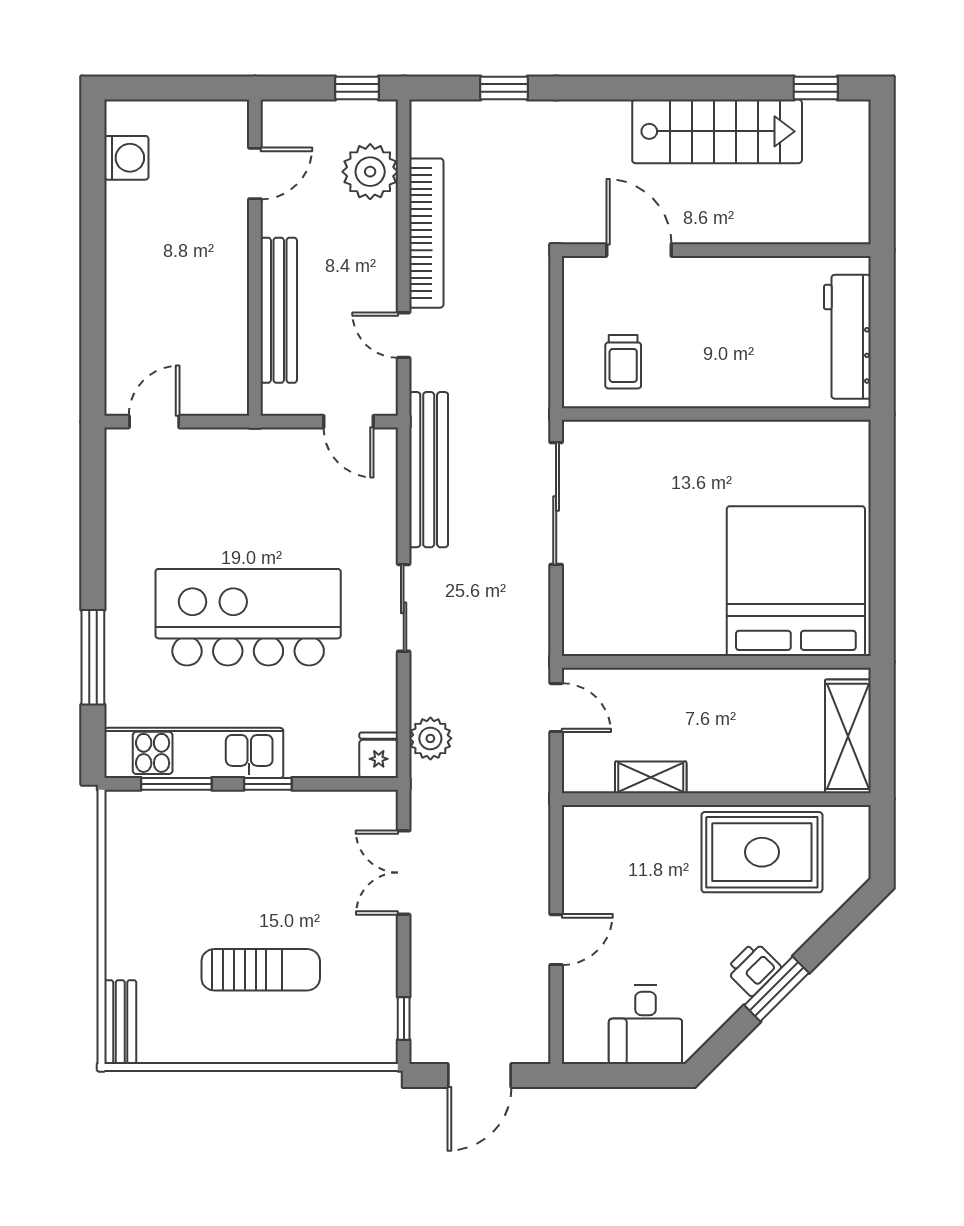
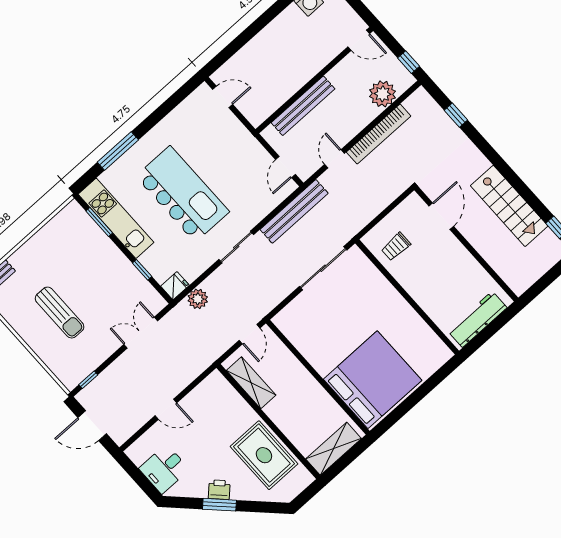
door: (255, 173) -> (359, 40), moved
shelving: (651, 777) -> (251, 383), width x1.50, depth x1.33
window: (268, 784) -> (142, 270), moved

